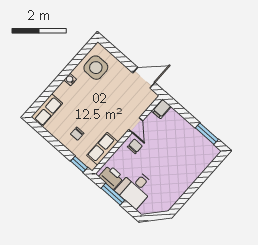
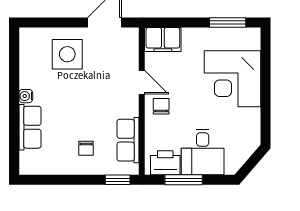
side table: (96, 68) -> (67, 54), moved
filing cabinet: (161, 109) -> (163, 40), width x2.00
row of seats: (47, 110) -> (30, 127), moved
corner desk: (184, 165) -> (233, 79), added

